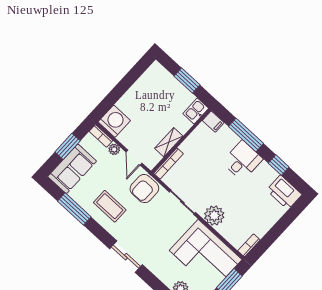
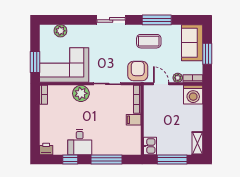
window: (187, 81) -> (172, 159), width x1.44
filing cabinet: (213, 122) -> (134, 120), moved
shelving: (169, 142) -> (197, 143), moved
desk: (242, 161) -> (80, 142), moved
printer: (284, 192) -> (46, 149), width x0.53, depth x0.68
window: (74, 209) -> (157, 20), moved

